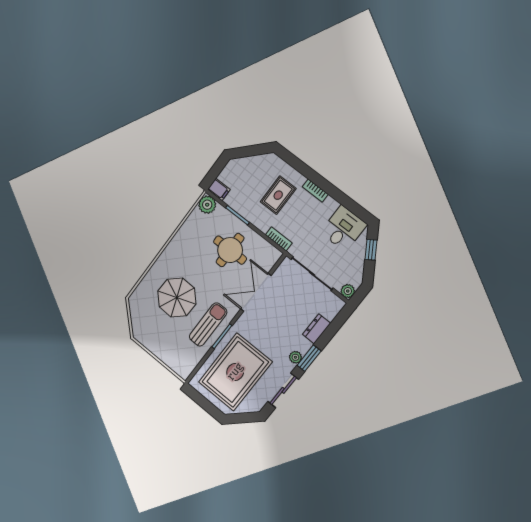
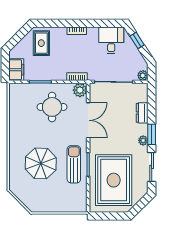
filing cabinet: (219, 189) -> (16, 70), width x2.00
rug: (278, 195) -> (41, 43), moved
plant: (207, 205) -> (80, 90), moved
double door: (256, 292) -> (88, 120), swing flipped

